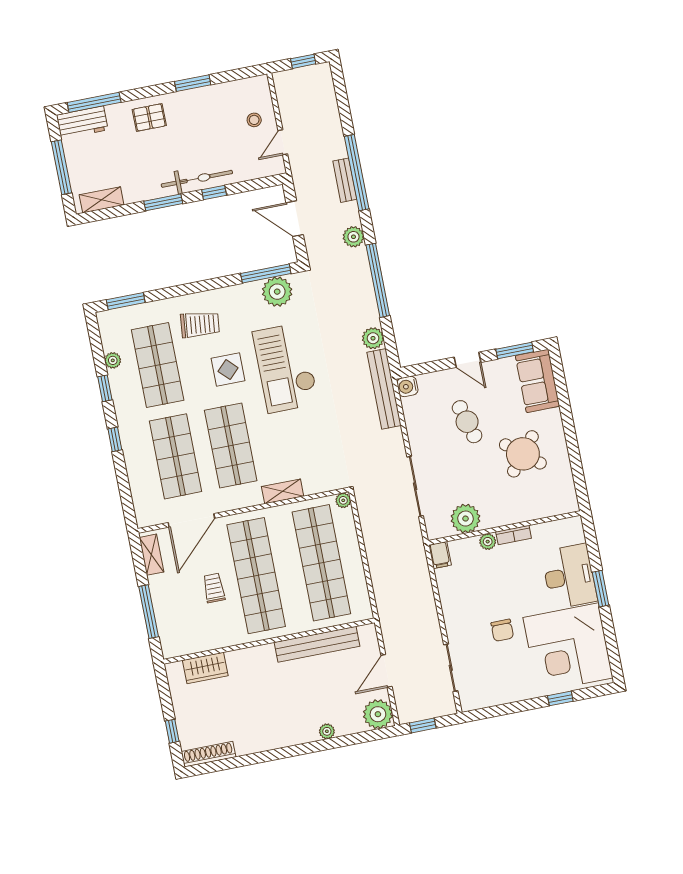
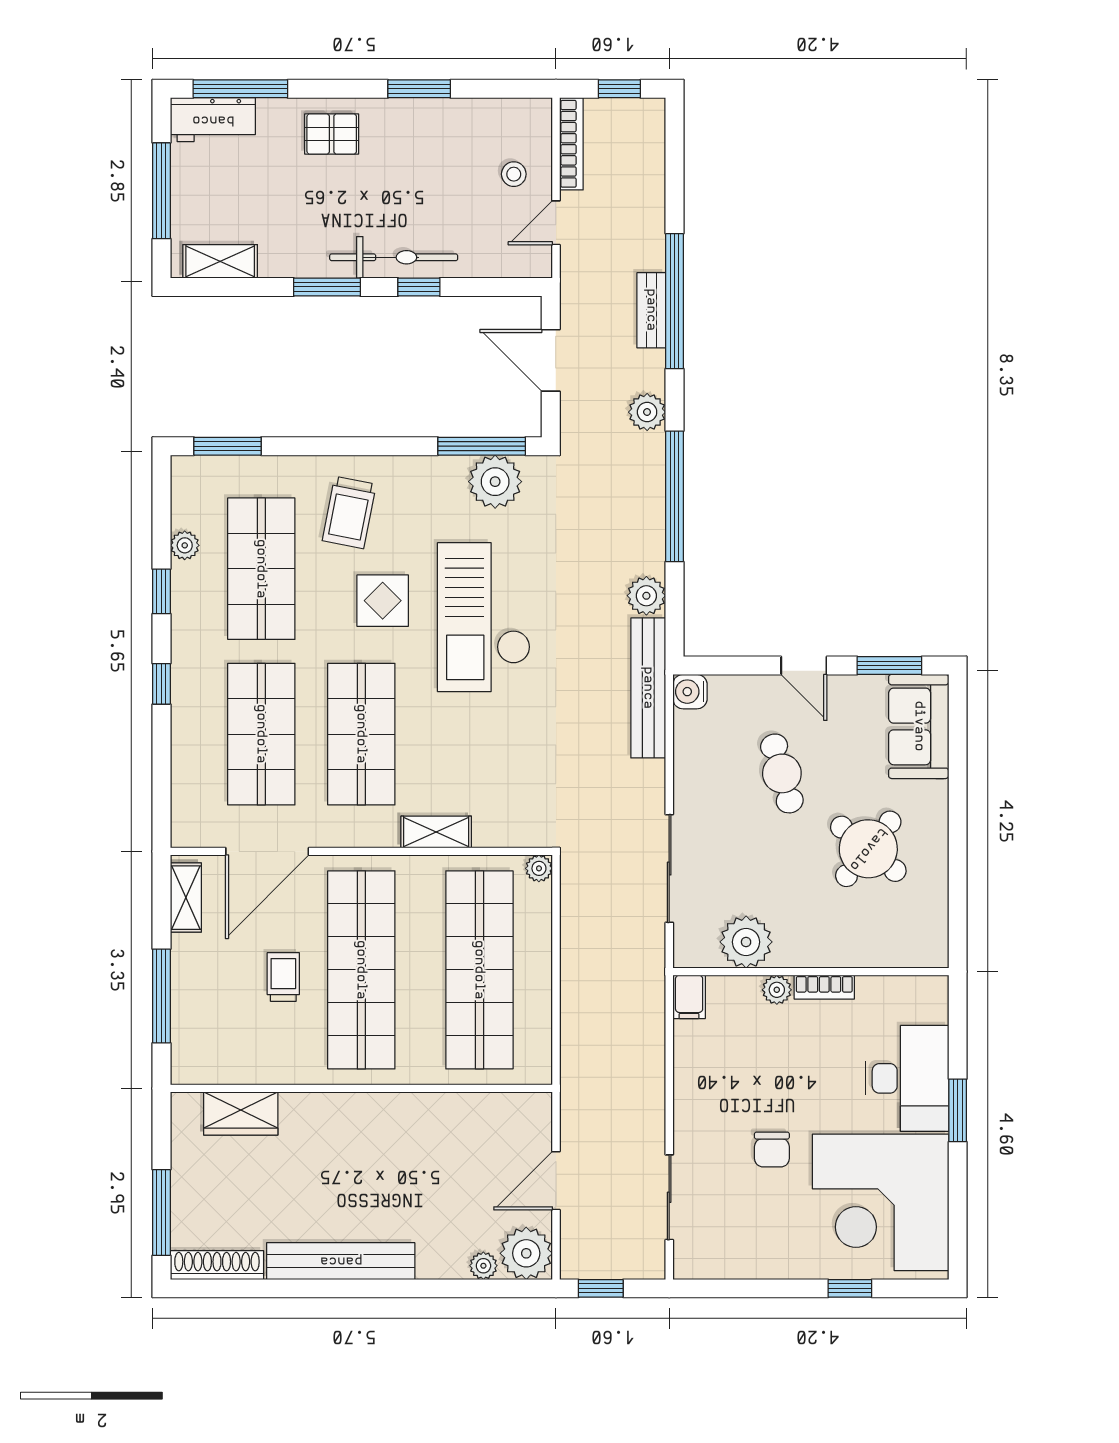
bookcase: (283, 97) -> (571, 144), added
trolley: (200, 324) -> (349, 512), turned 95
bench: (317, 644) -> (341, 1261), moved
window: (172, 731) -> (161, 1213), width x2.17
plant: (327, 731) -> (483, 1266), moved

